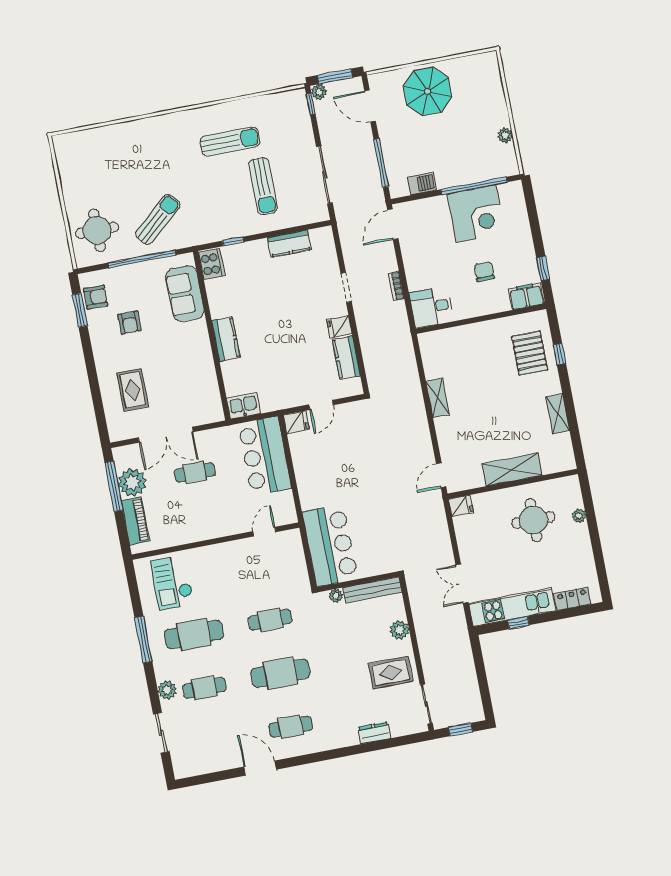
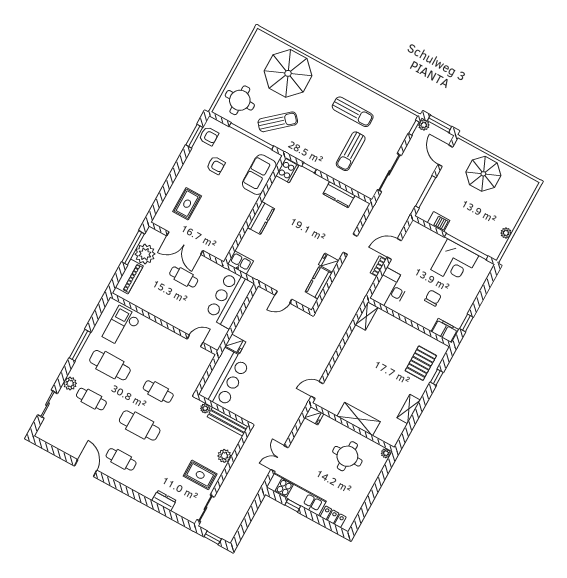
parasol: (125, 158) -> (288, 73), added
door: (393, 224) -> (394, 249), moved
desk: (431, 307) -> (390, 289), width x1.37
armchair: (130, 323) -> (216, 165), turned -90
shelving: (437, 398) -> (367, 316), moved
fridge: (296, 422) -> (235, 344), moved
plant: (579, 516) -> (386, 453), moved

